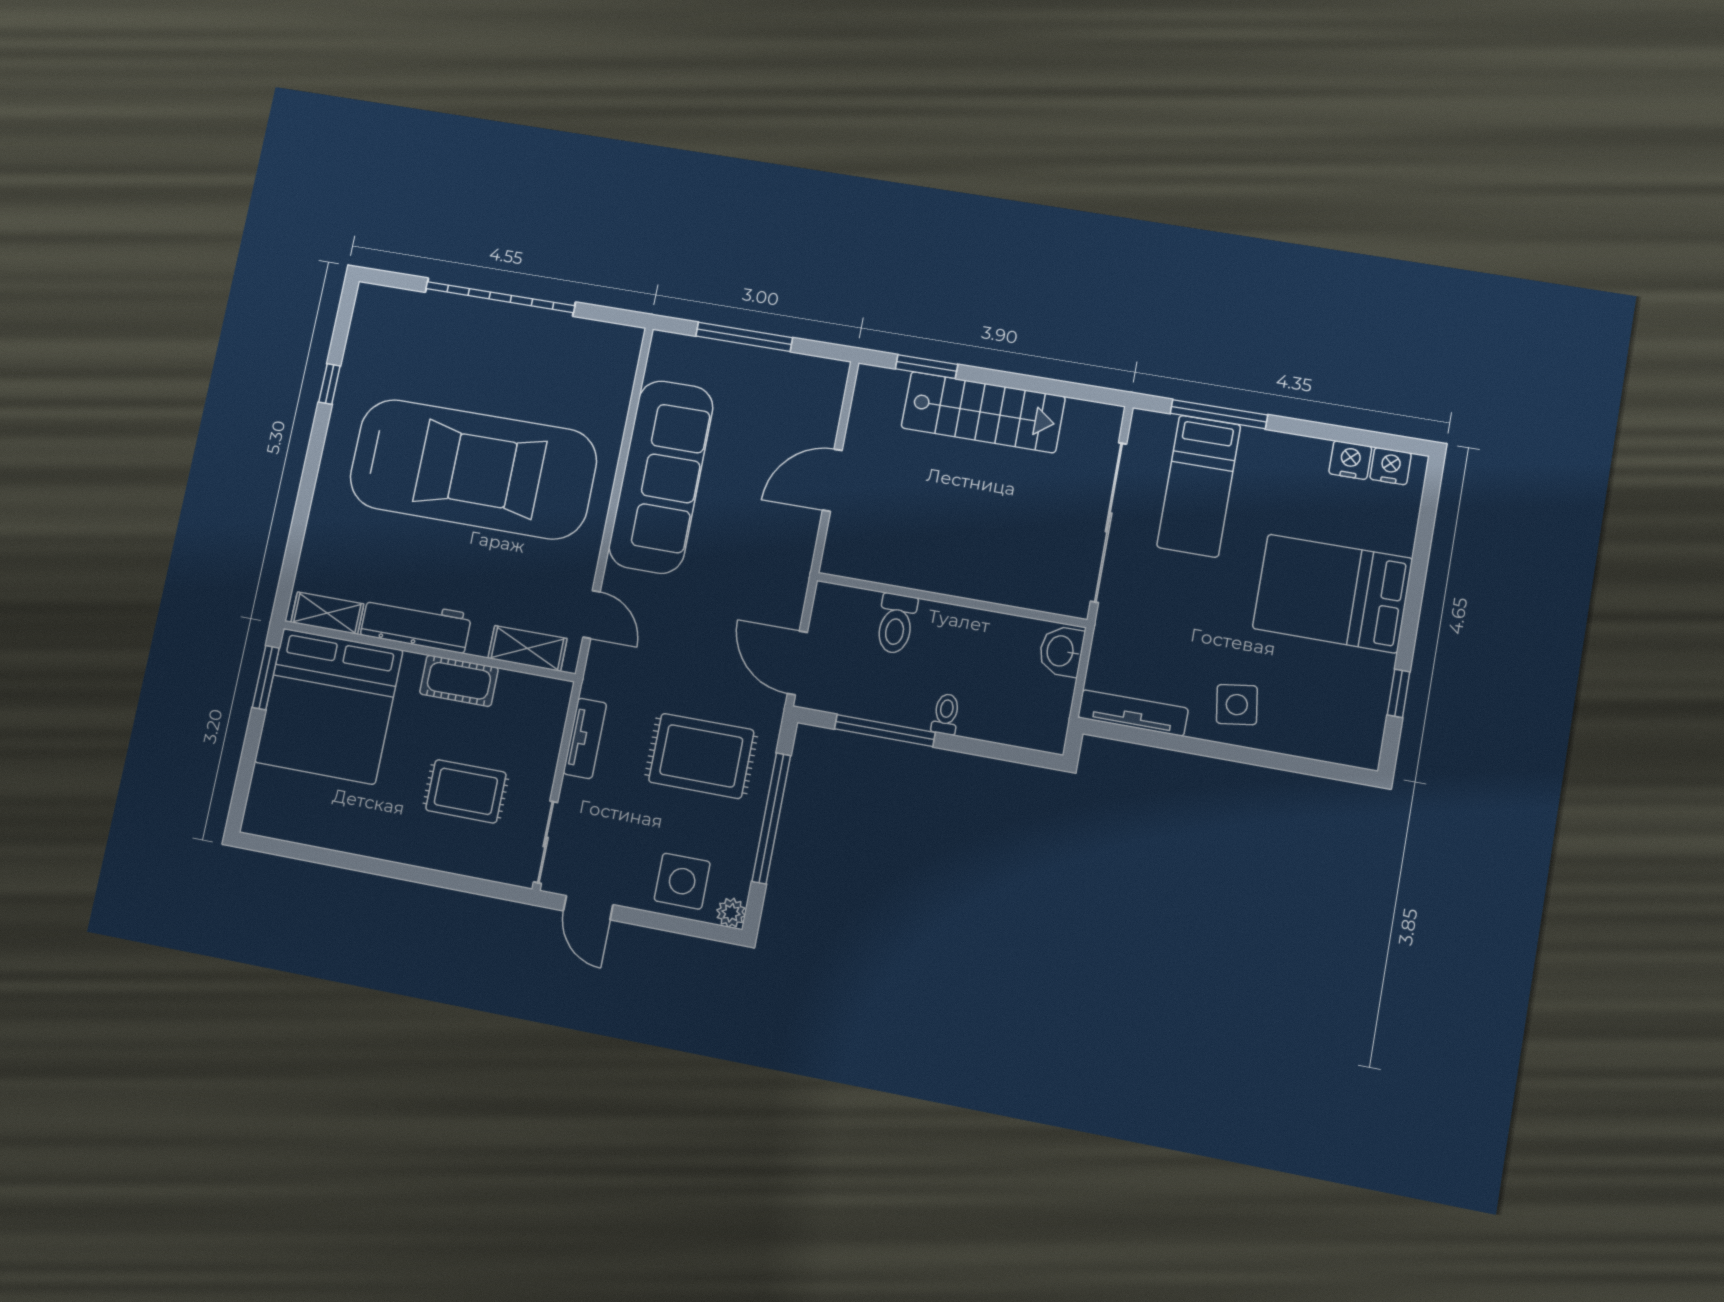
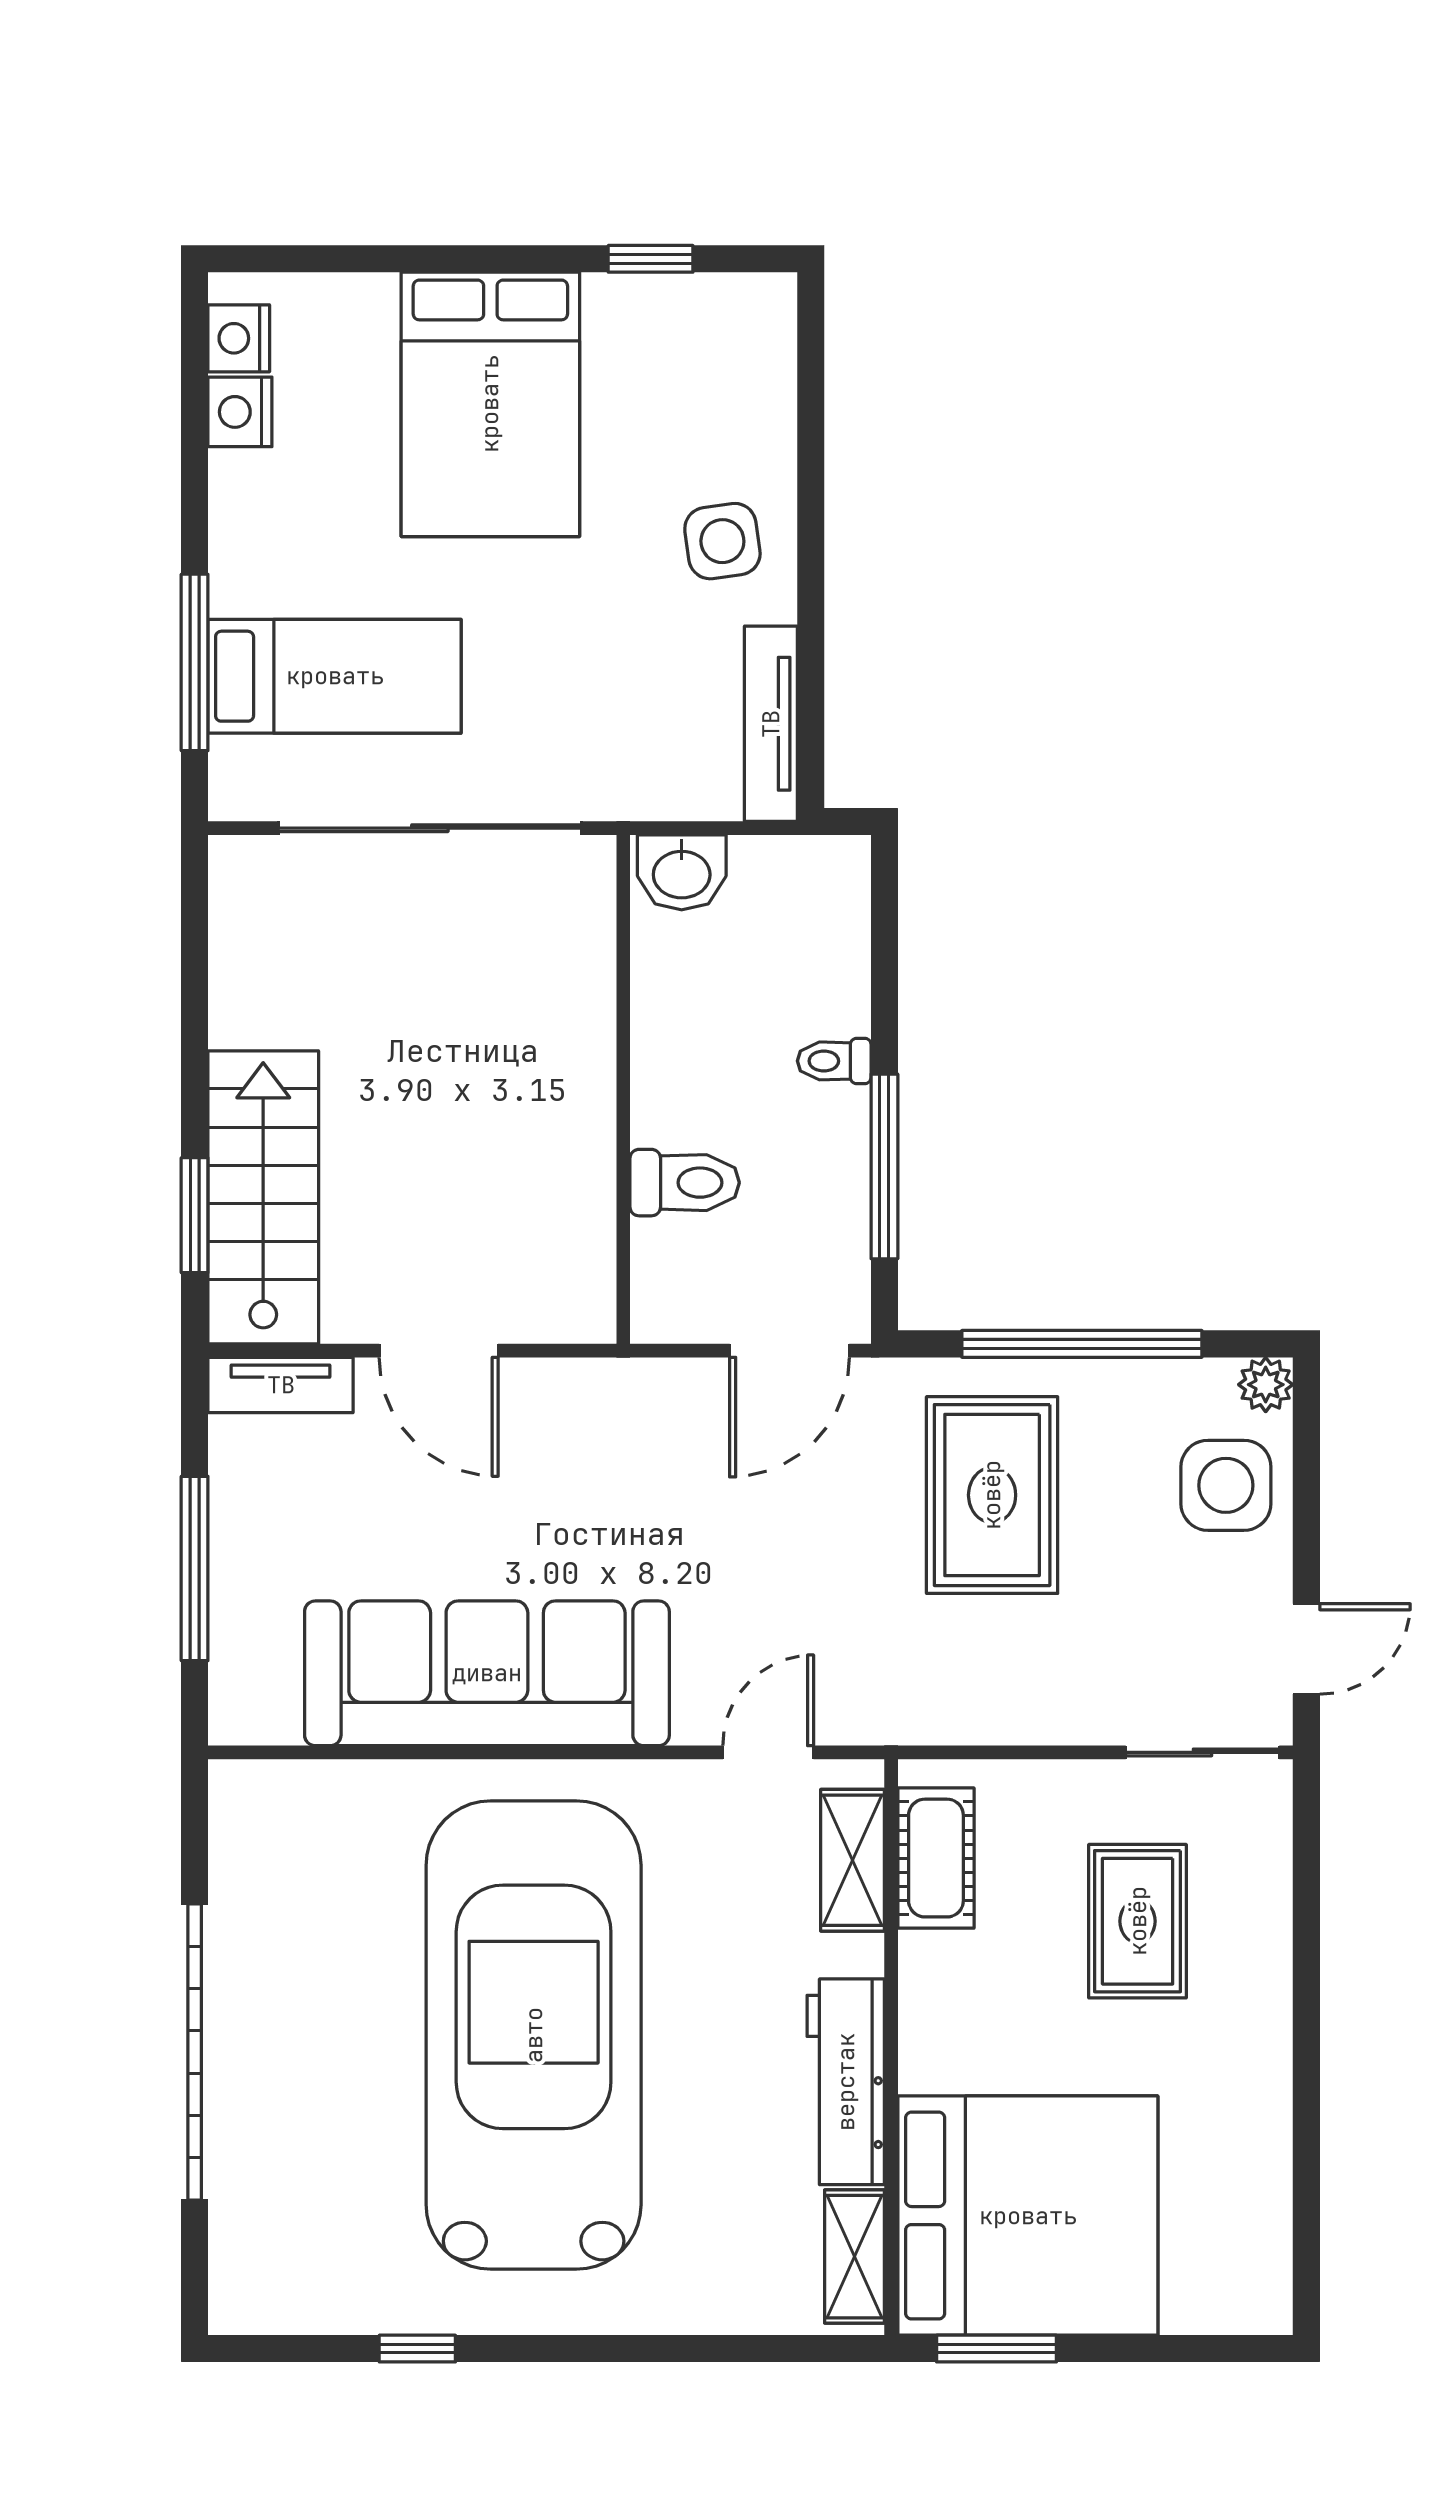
stairs: (983, 412) -> (263, 1197), moved
cot: (459, 681) -> (936, 1858), moved
tv unit: (585, 738) -> (281, 1385), moved, turned 180

